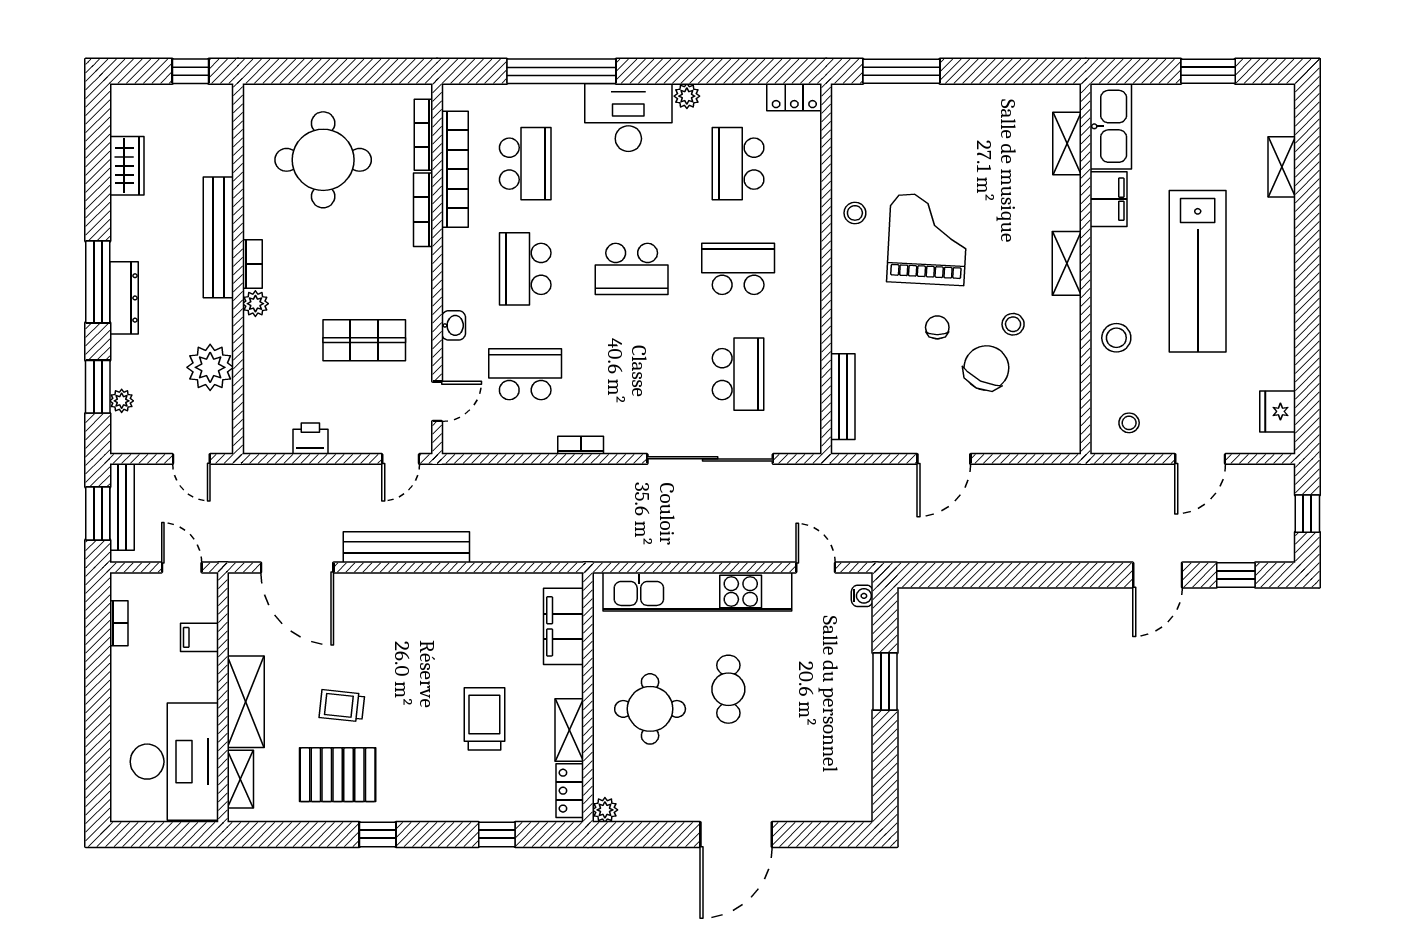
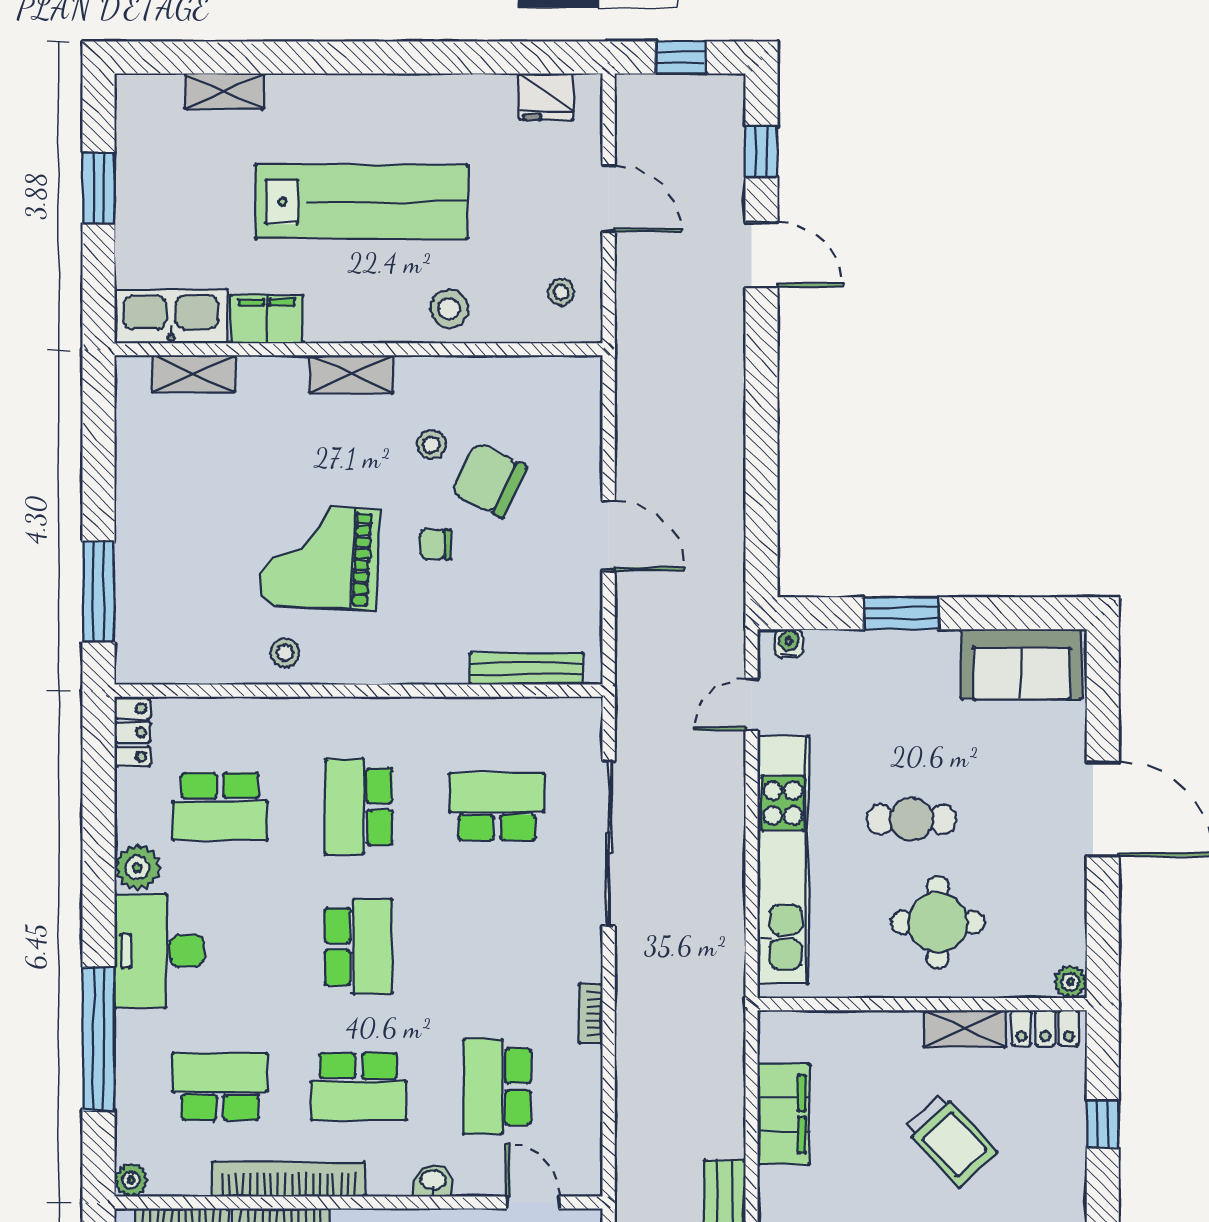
plant: (454, 96) -> (131, 1180), added
plant: (687, 96) -> (137, 868), width x1.38, depth x1.38
bookcase: (455, 169) -> (289, 1179), moved
filing cabinet: (563, 626) -> (784, 1114), moved, turned -90
trolley: (484, 719) -> (951, 1140), turned -133
sofa: (846, 773) -> (1022, 664), added

